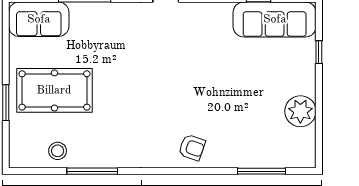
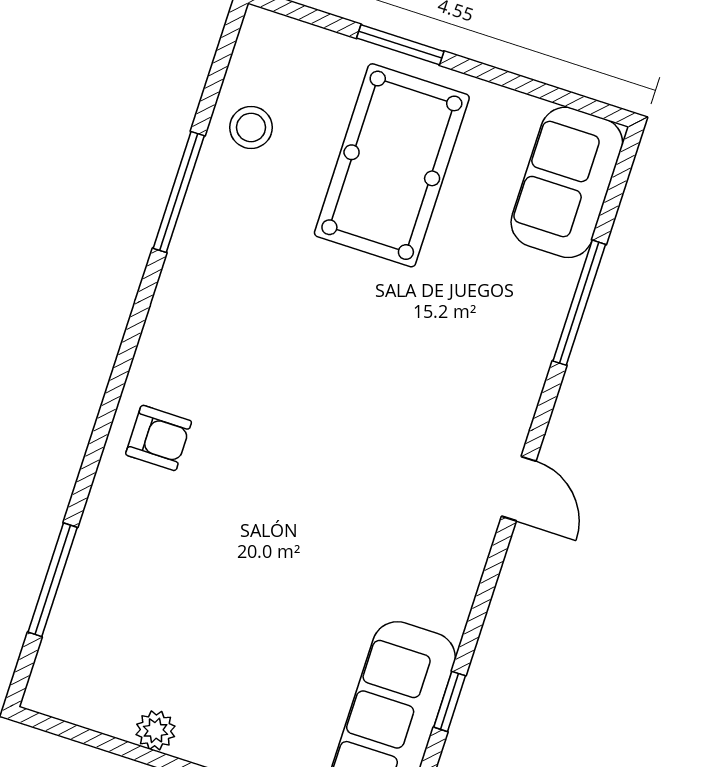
plant: (300, 111) -> (156, 730), width x0.53, depth x0.53
armchair: (192, 148) -> (159, 438), turned -109

